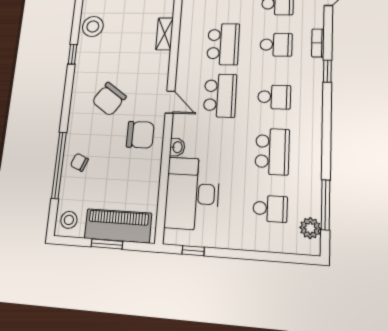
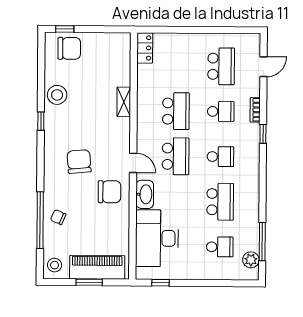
chair: (109, 99) -> (79, 162), turned 140
washbasin: (177, 147) -> (145, 194), width x1.91, depth x1.45

